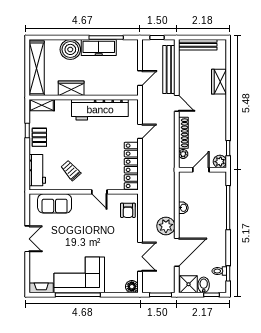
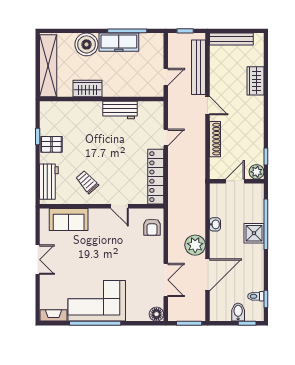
shelving: (42, 105) -> (54, 108), removed
workbench: (100, 110) -> (120, 110), width x0.53, depth x0.76
pallet: (39, 137) -> (51, 144), turned 90
plant: (183, 154) -> (215, 163), removed
shower: (189, 284) -> (254, 233), moved

